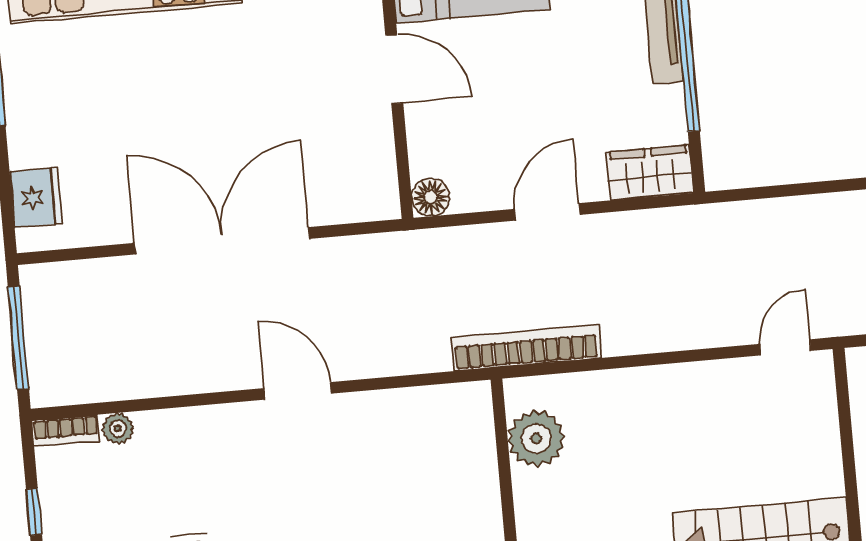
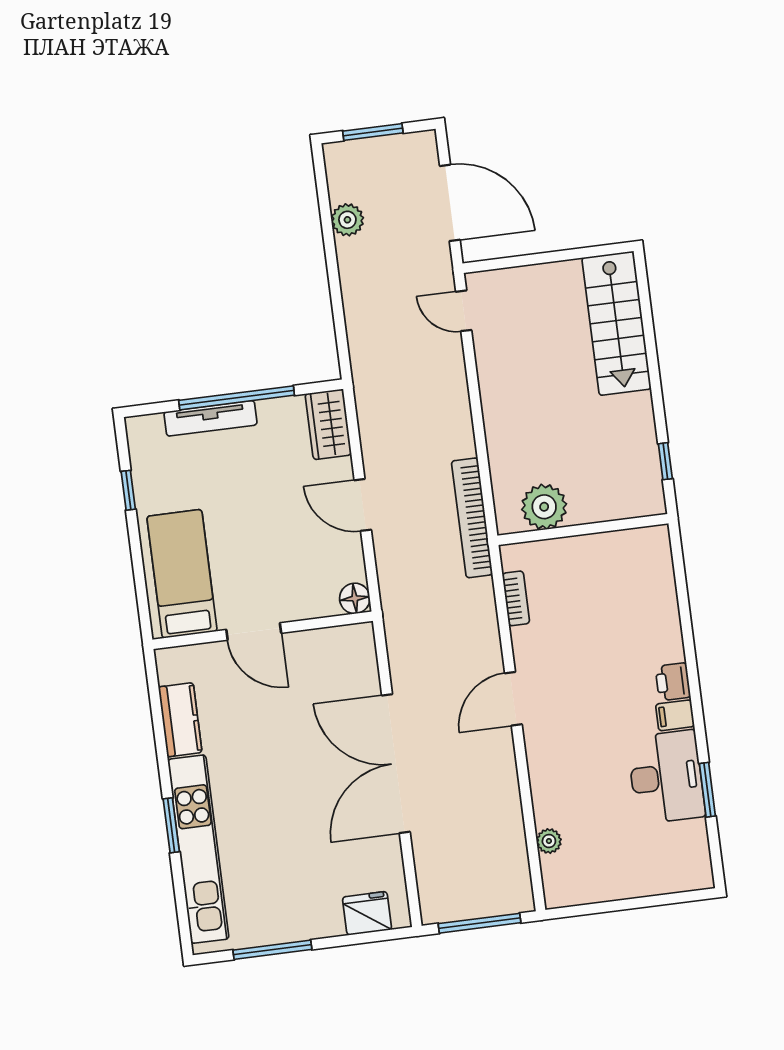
door: (394, 69) -> (254, 631), swing flipped
bookcase: (66, 431) -> (516, 598), moved
window: (34, 512) -> (618, 905), removed

